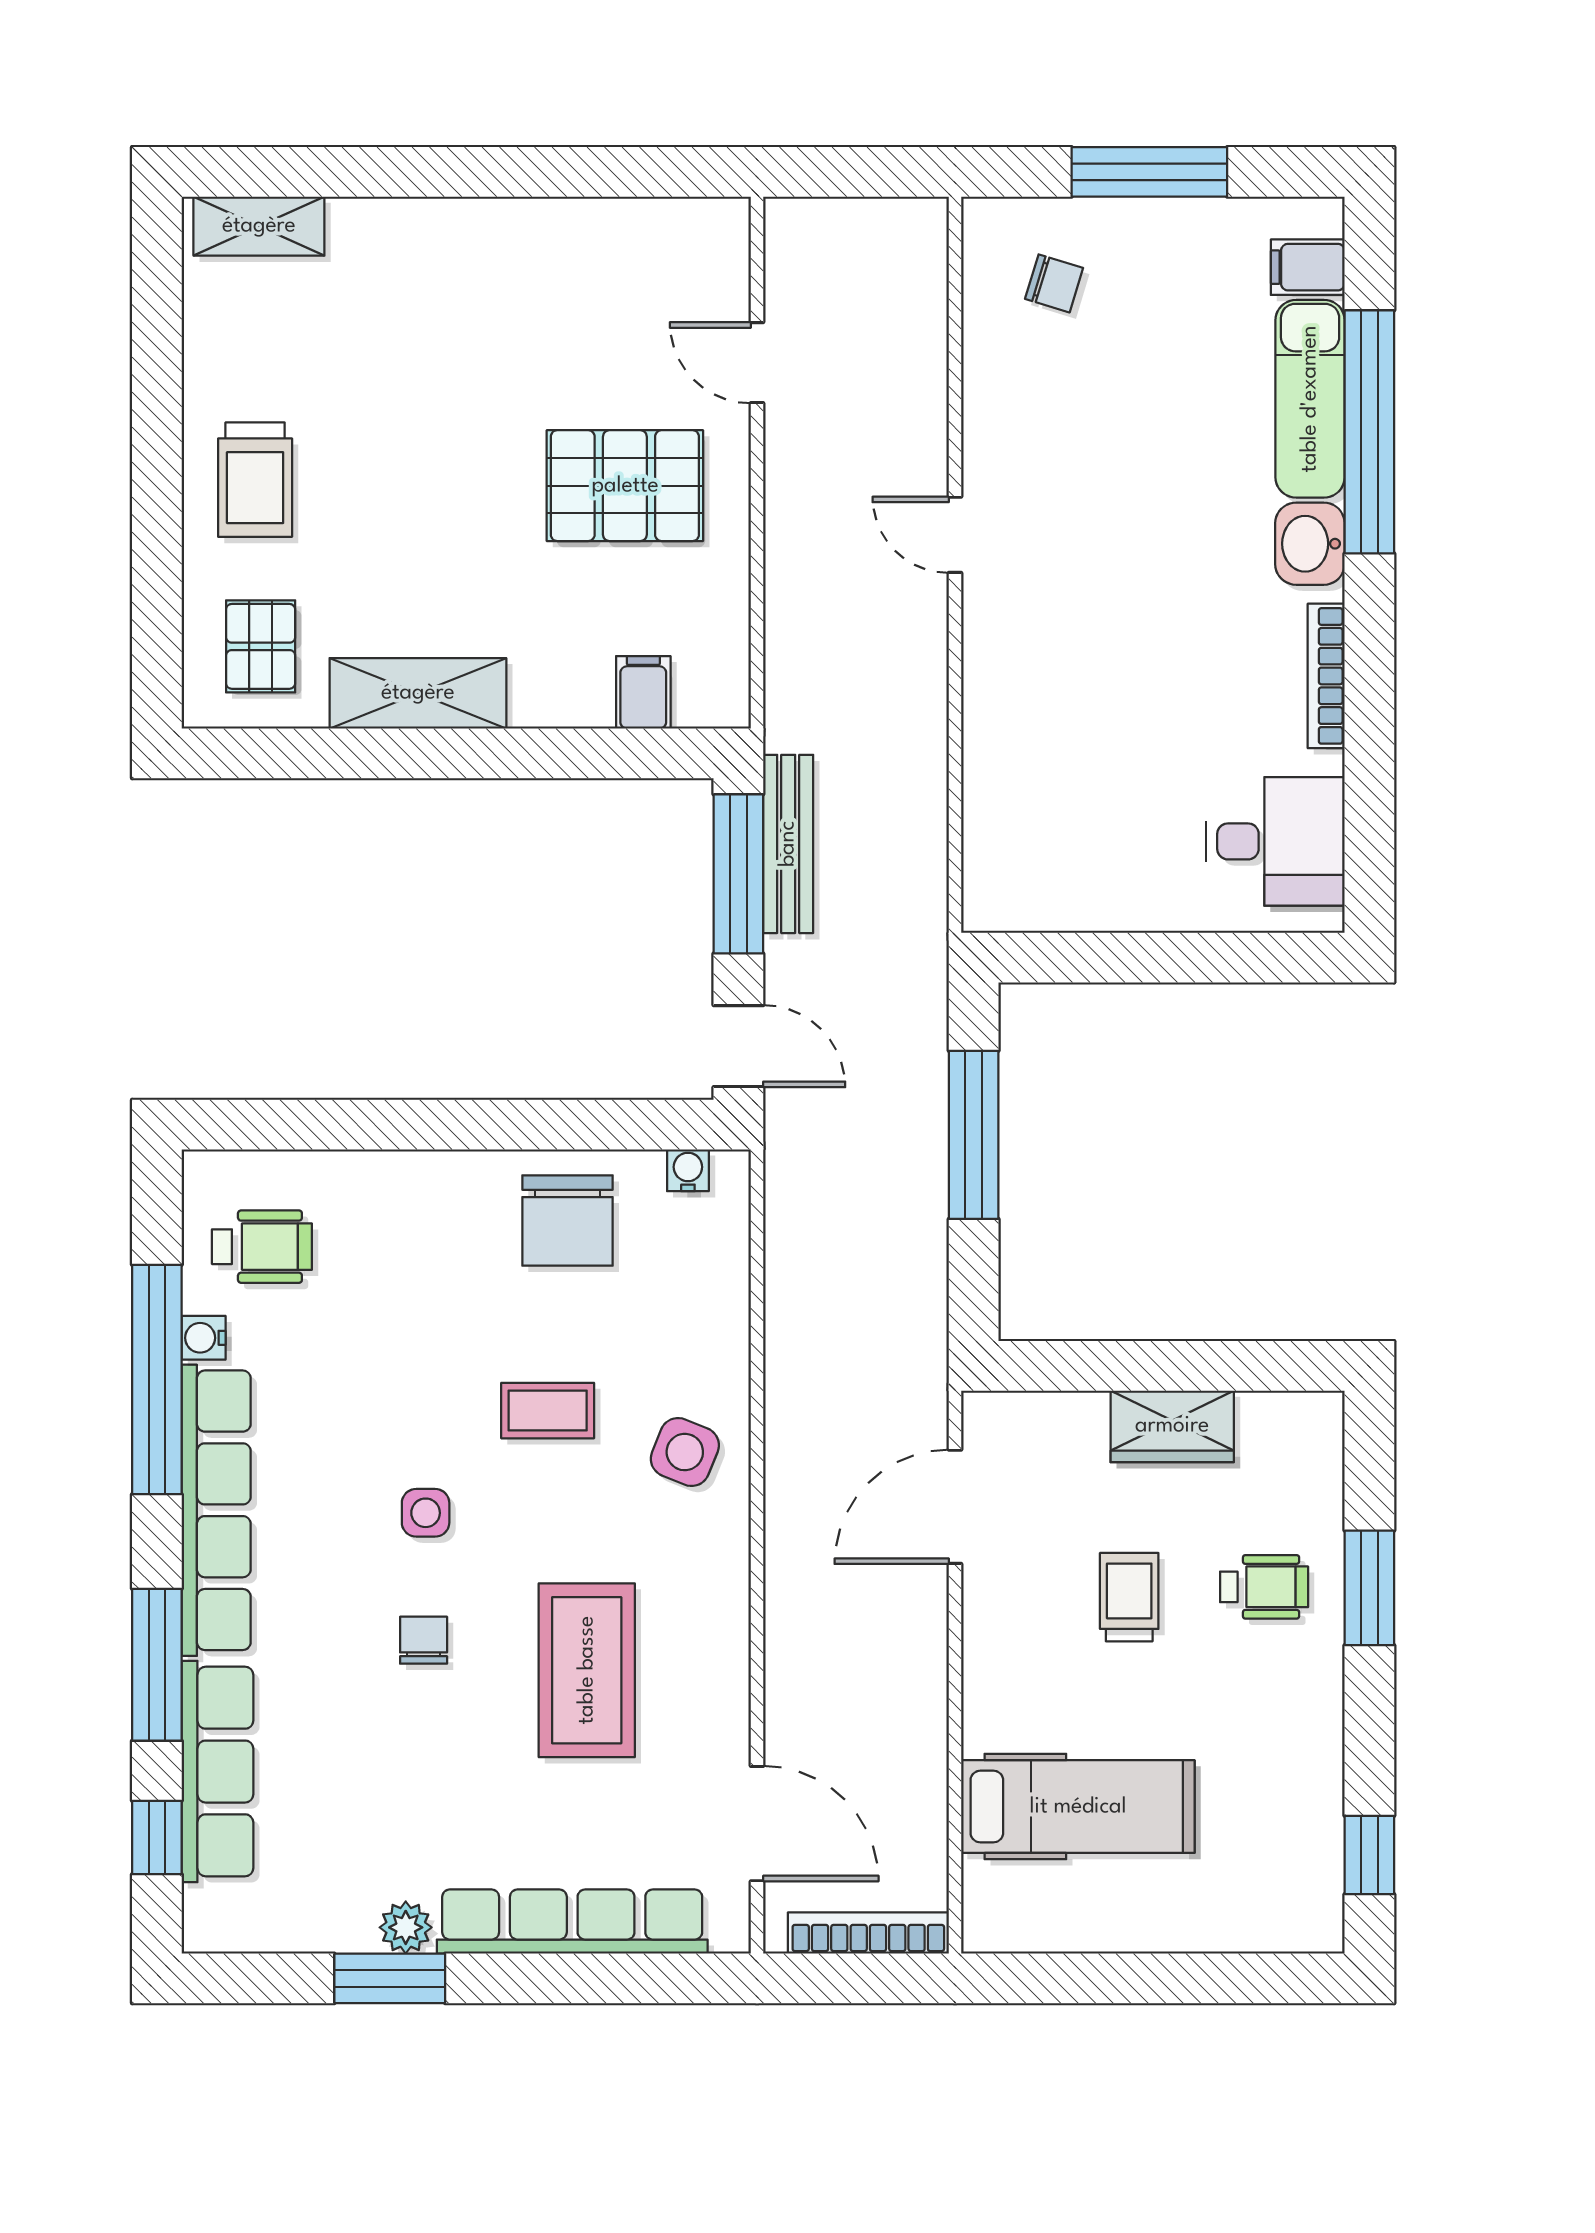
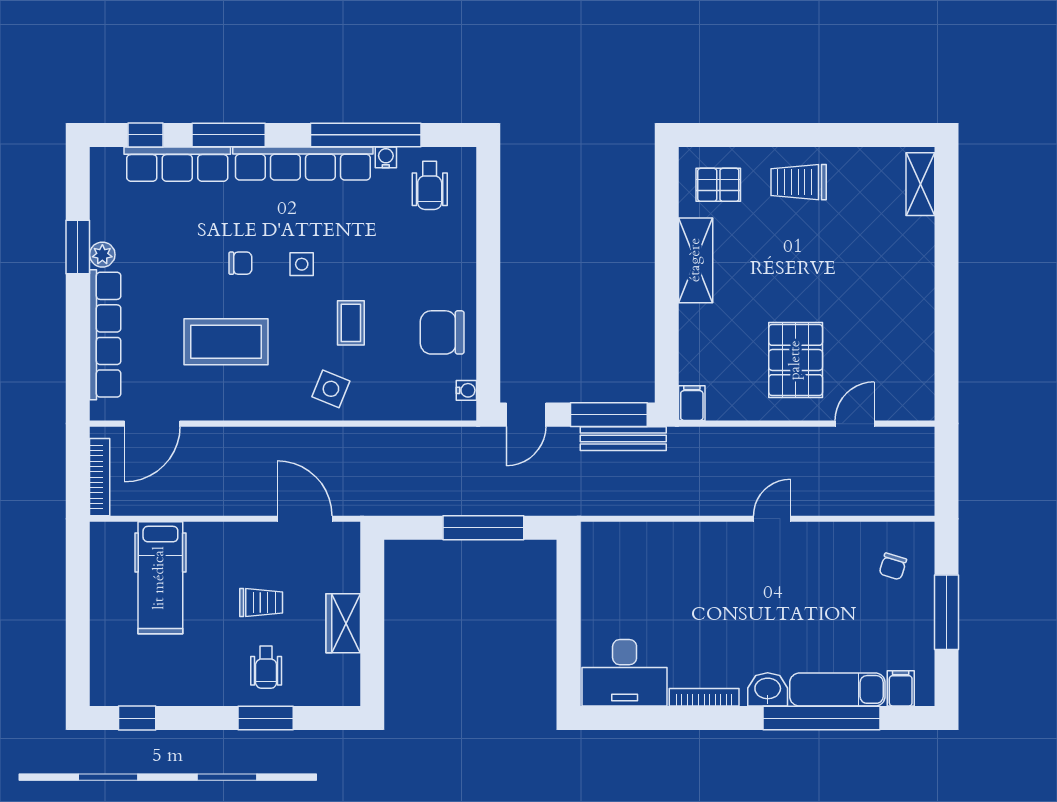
filing cabinet: (643, 692) -> (692, 403), moved, turned -90
desk: (1275, 841) -> (625, 673), width x1.37

